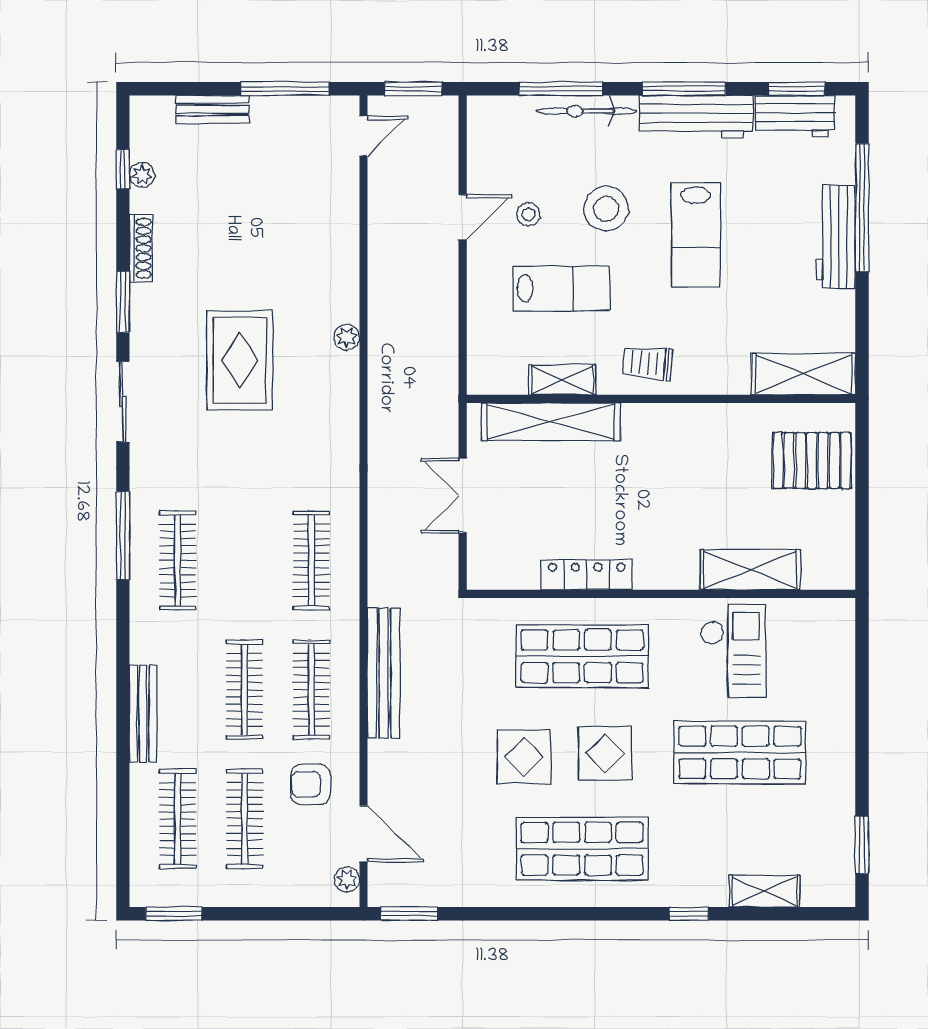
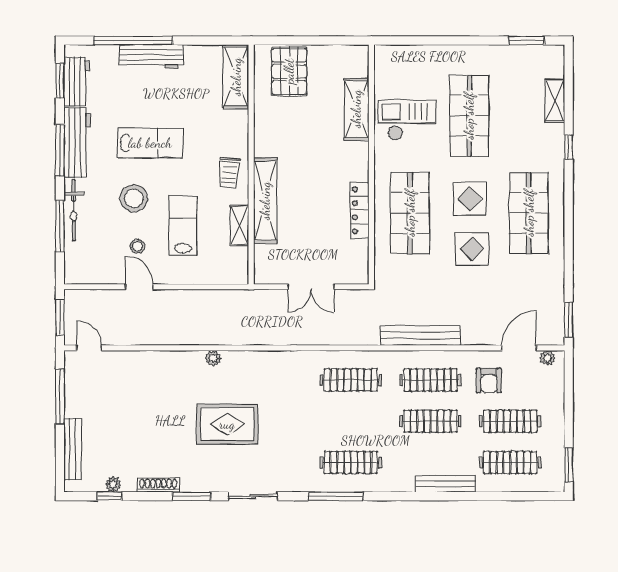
bench: (212, 109) -> (73, 449), width x1.36
shelving: (551, 422) -> (265, 201), moved

